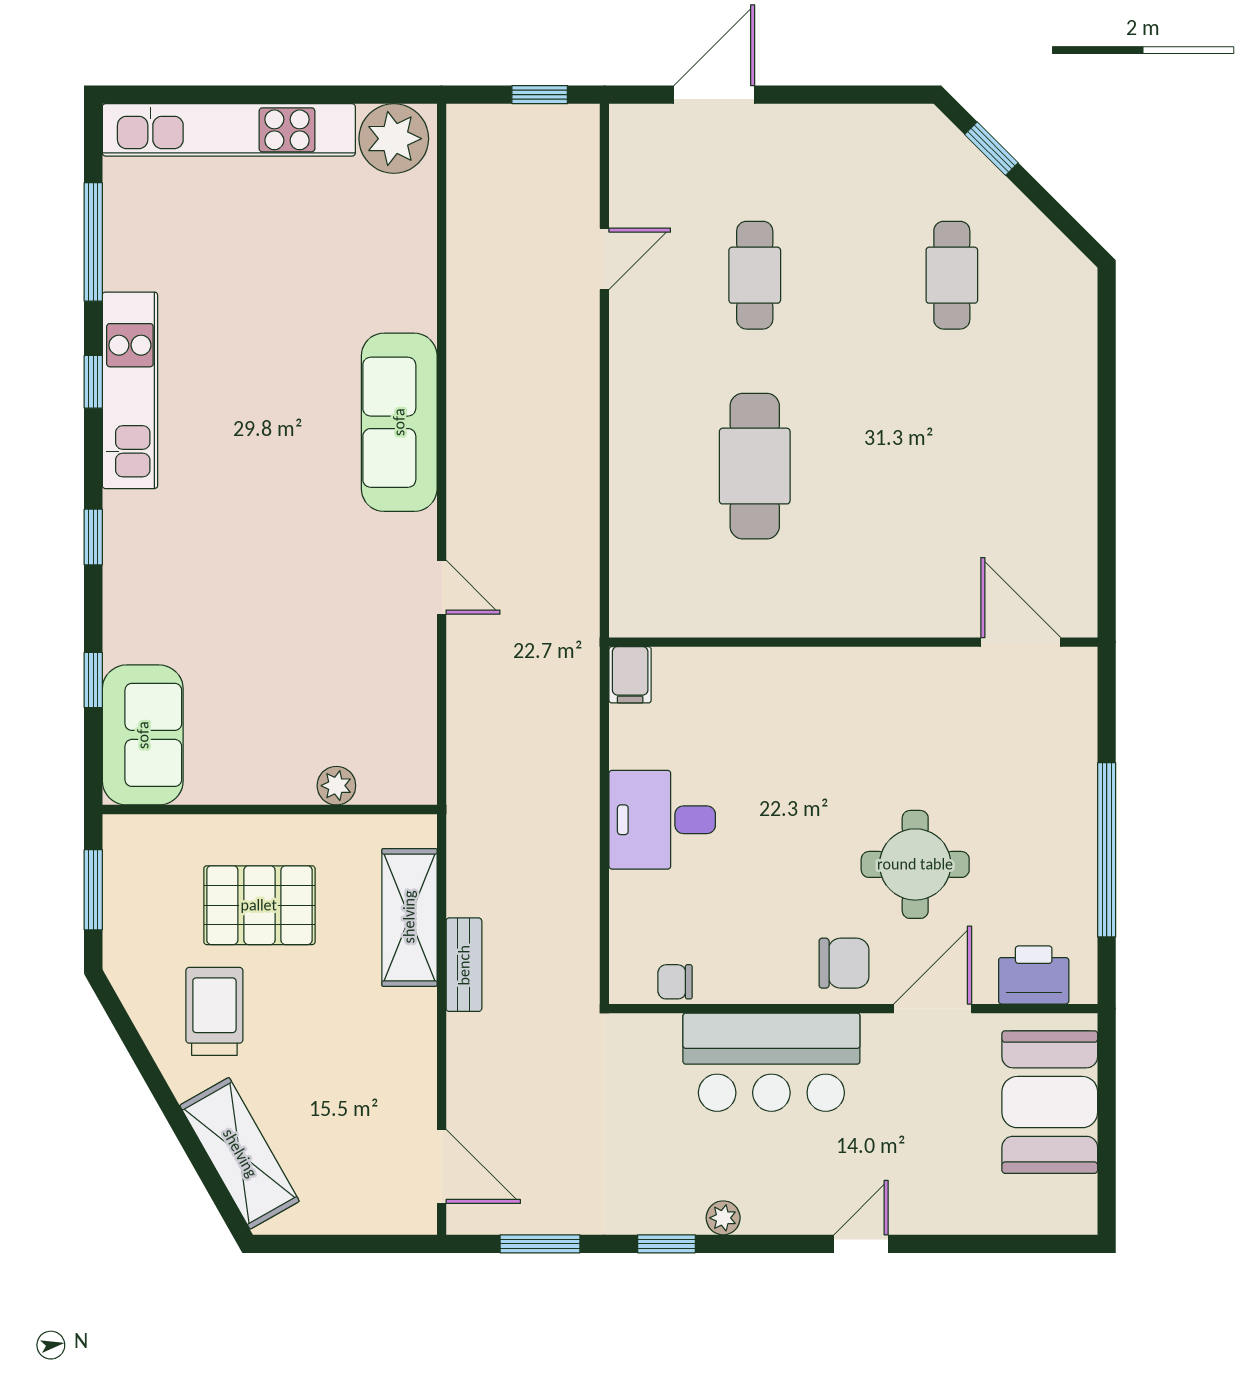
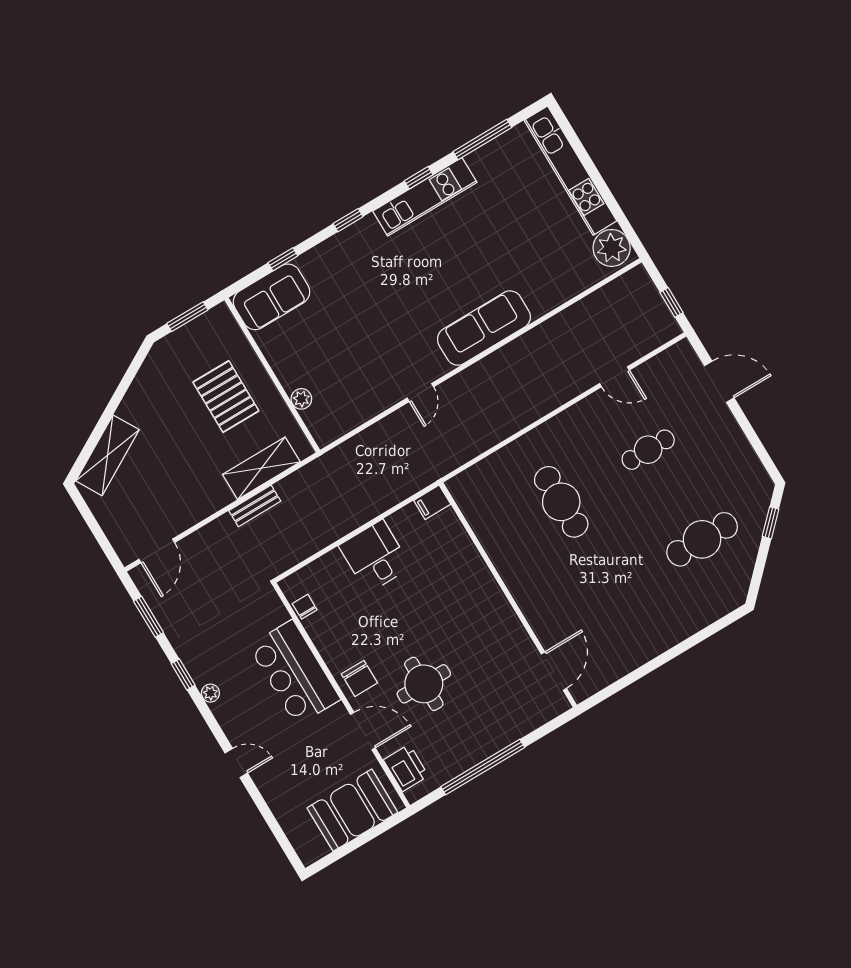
cafe table: (952, 275) -> (702, 539), width x1.37, depth x1.35
cafe table: (755, 466) -> (561, 502), turned 90
trolley: (214, 1011) -> (165, 405), removed

